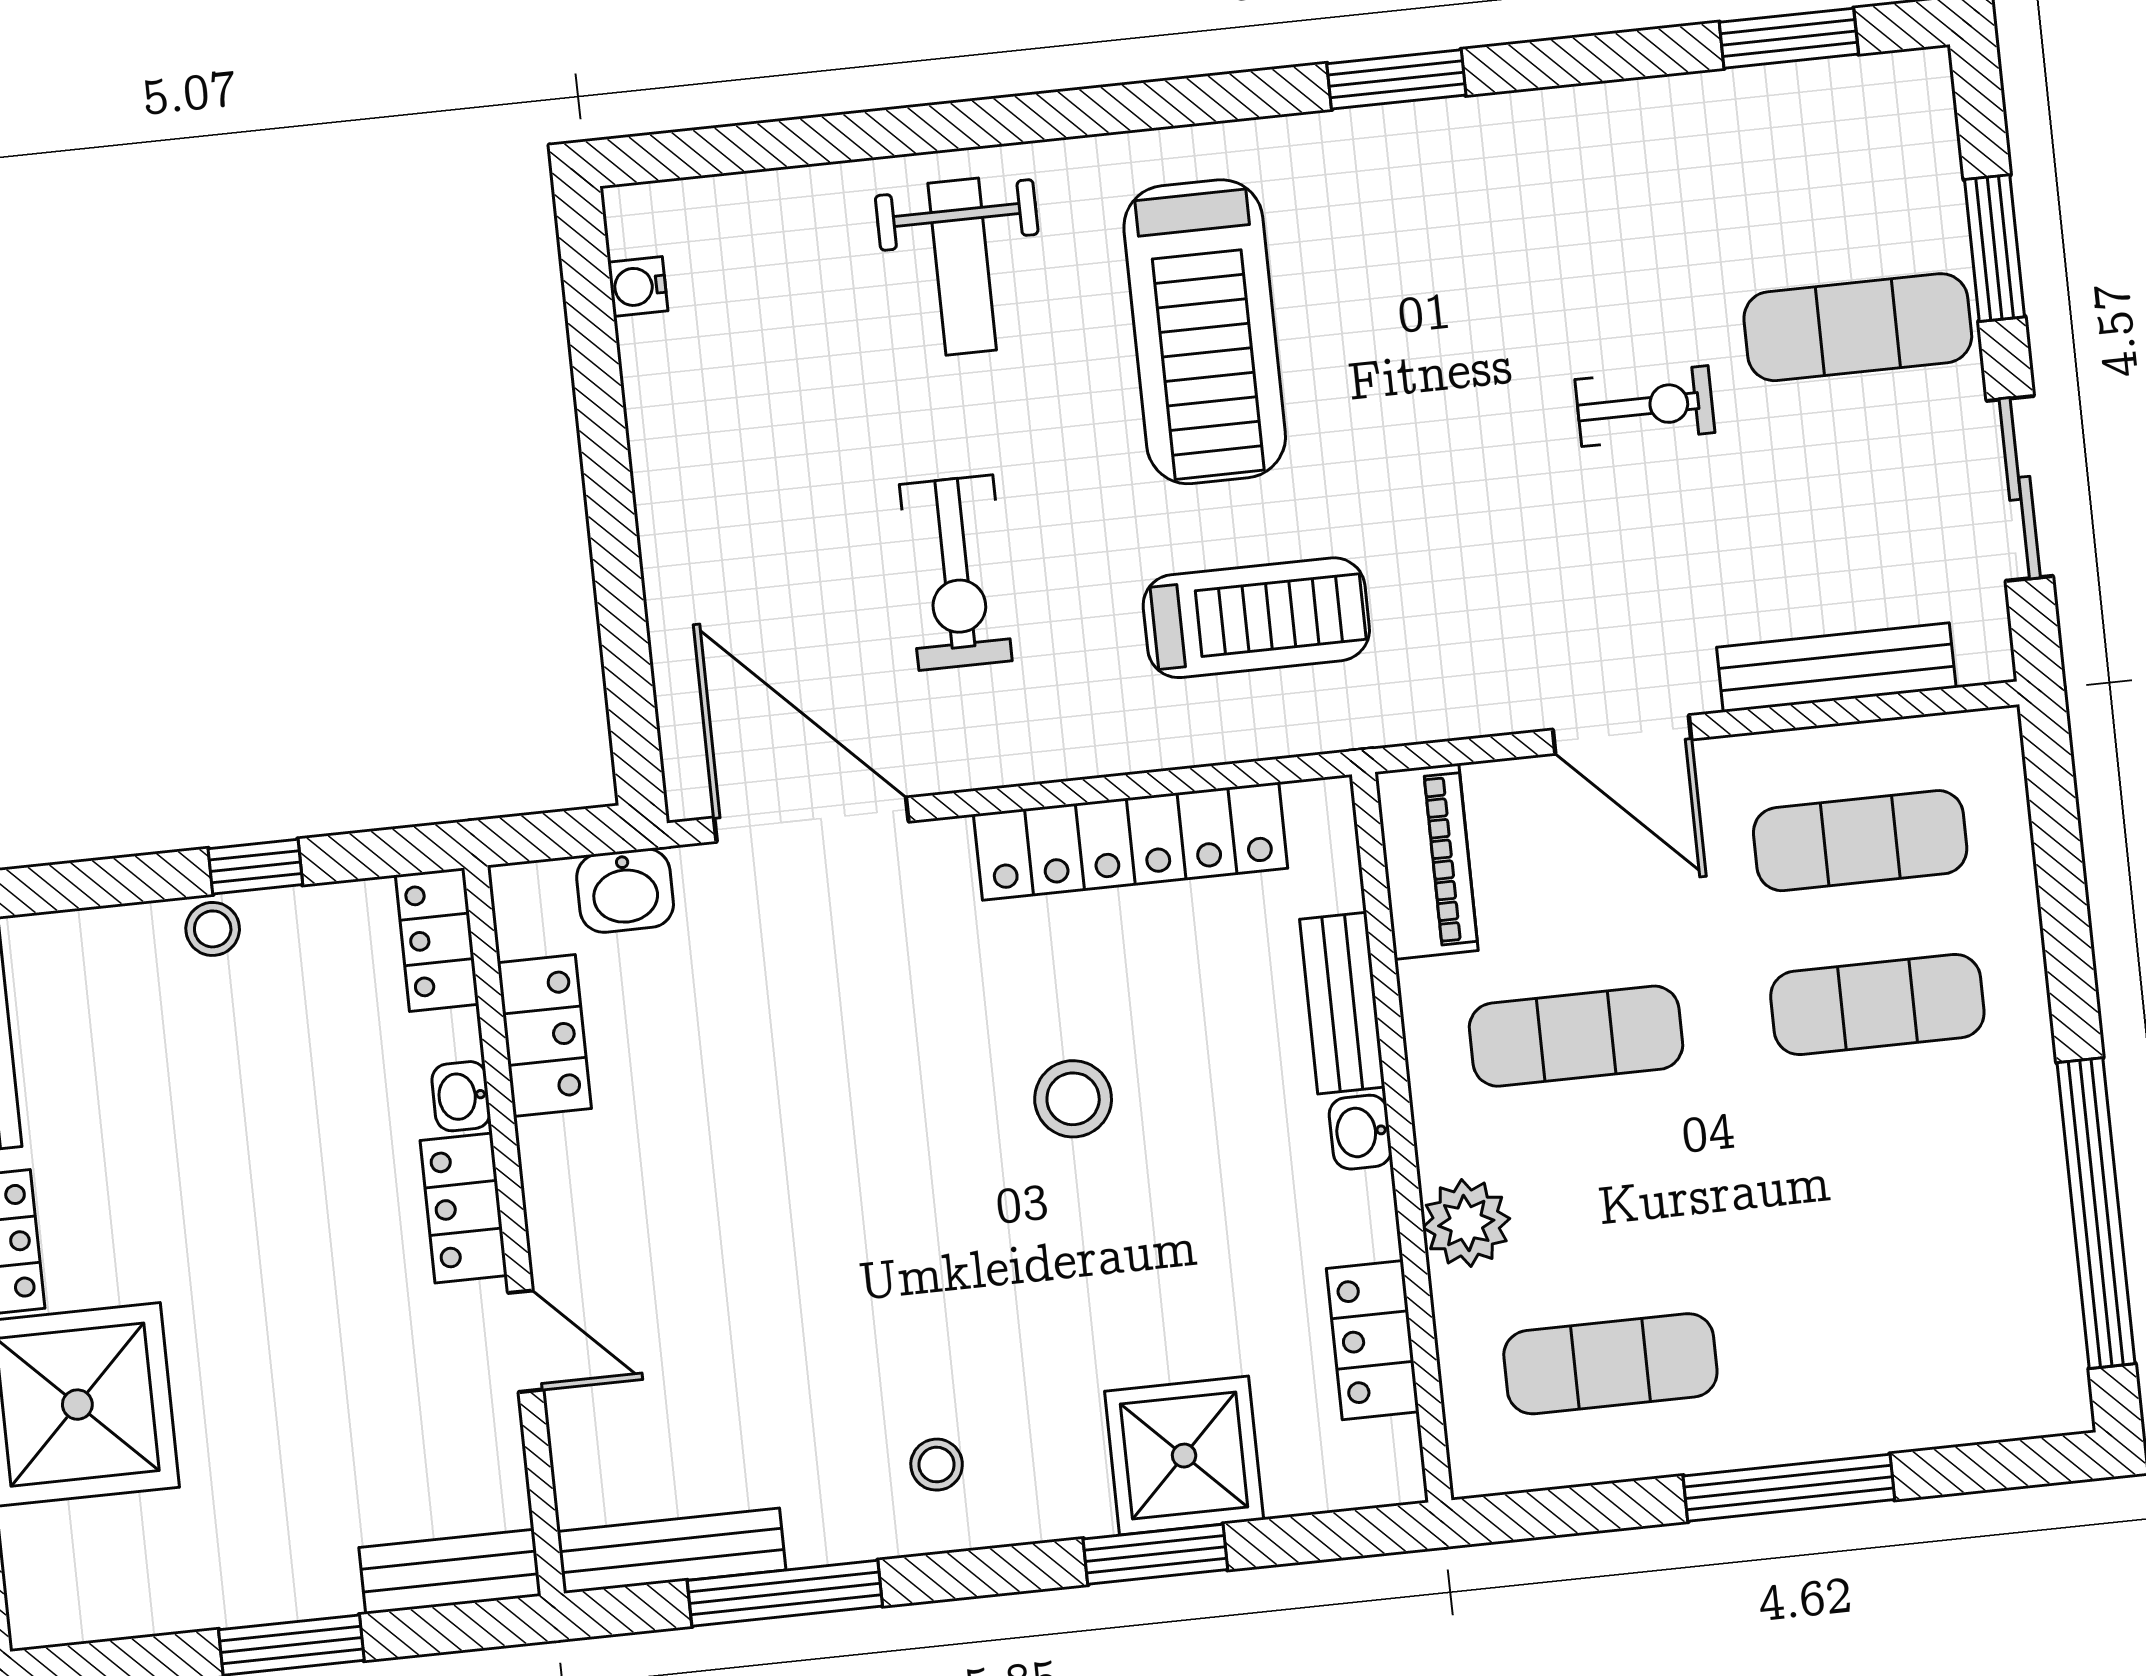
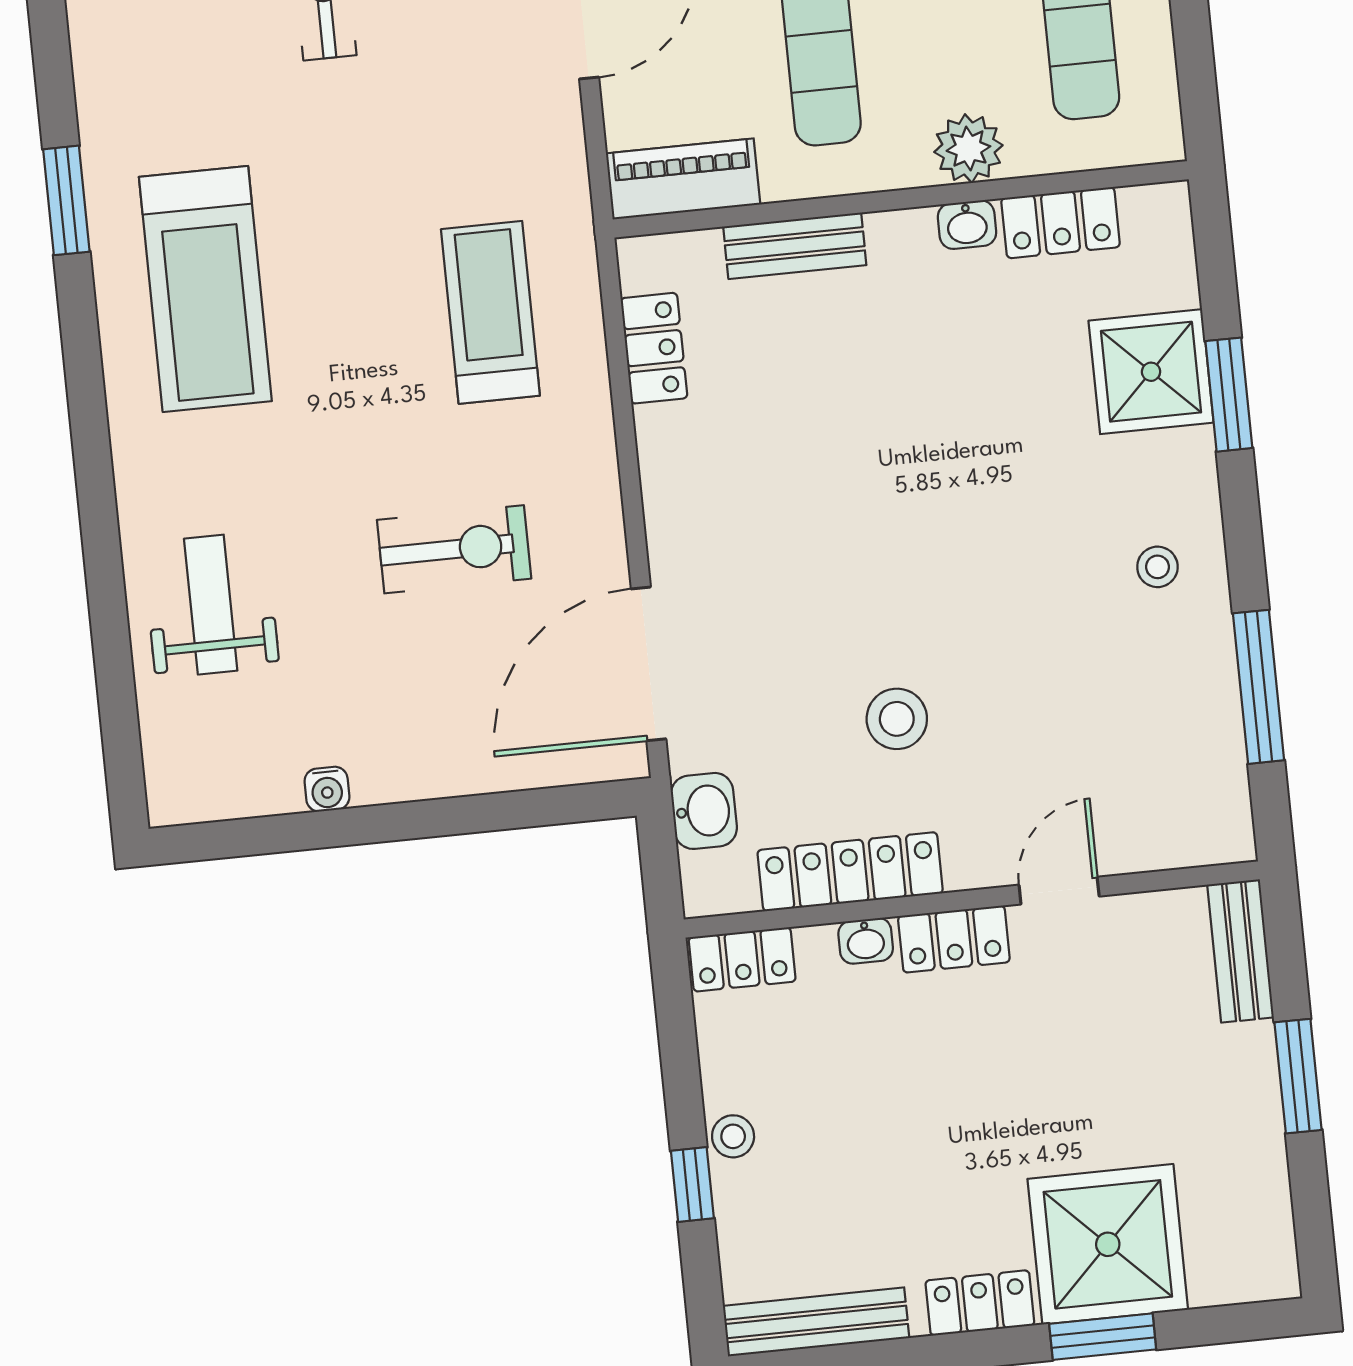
weight bench: (962, 267) -> (211, 605), moved, turned -90
water cooler: (638, 286) -> (327, 789), moved
treadmill: (1205, 332) -> (205, 289), moved, turned 90
locker: (1131, 841) -> (654, 348), width x0.46, depth x0.83
window: (255, 867) -> (692, 1185), moved
locker: (544, 1036) -> (850, 872), width x1.53
stool: (1073, 1099) -> (897, 719), moved
washbasin: (1360, 1132) -> (967, 225), moved
bench: (671, 1551) -> (1225, 776), removed

